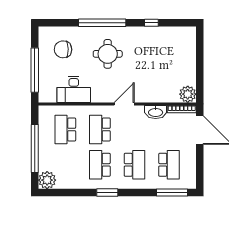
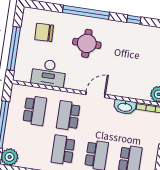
school desk: (65, 129) -> (35, 111), turned 180

